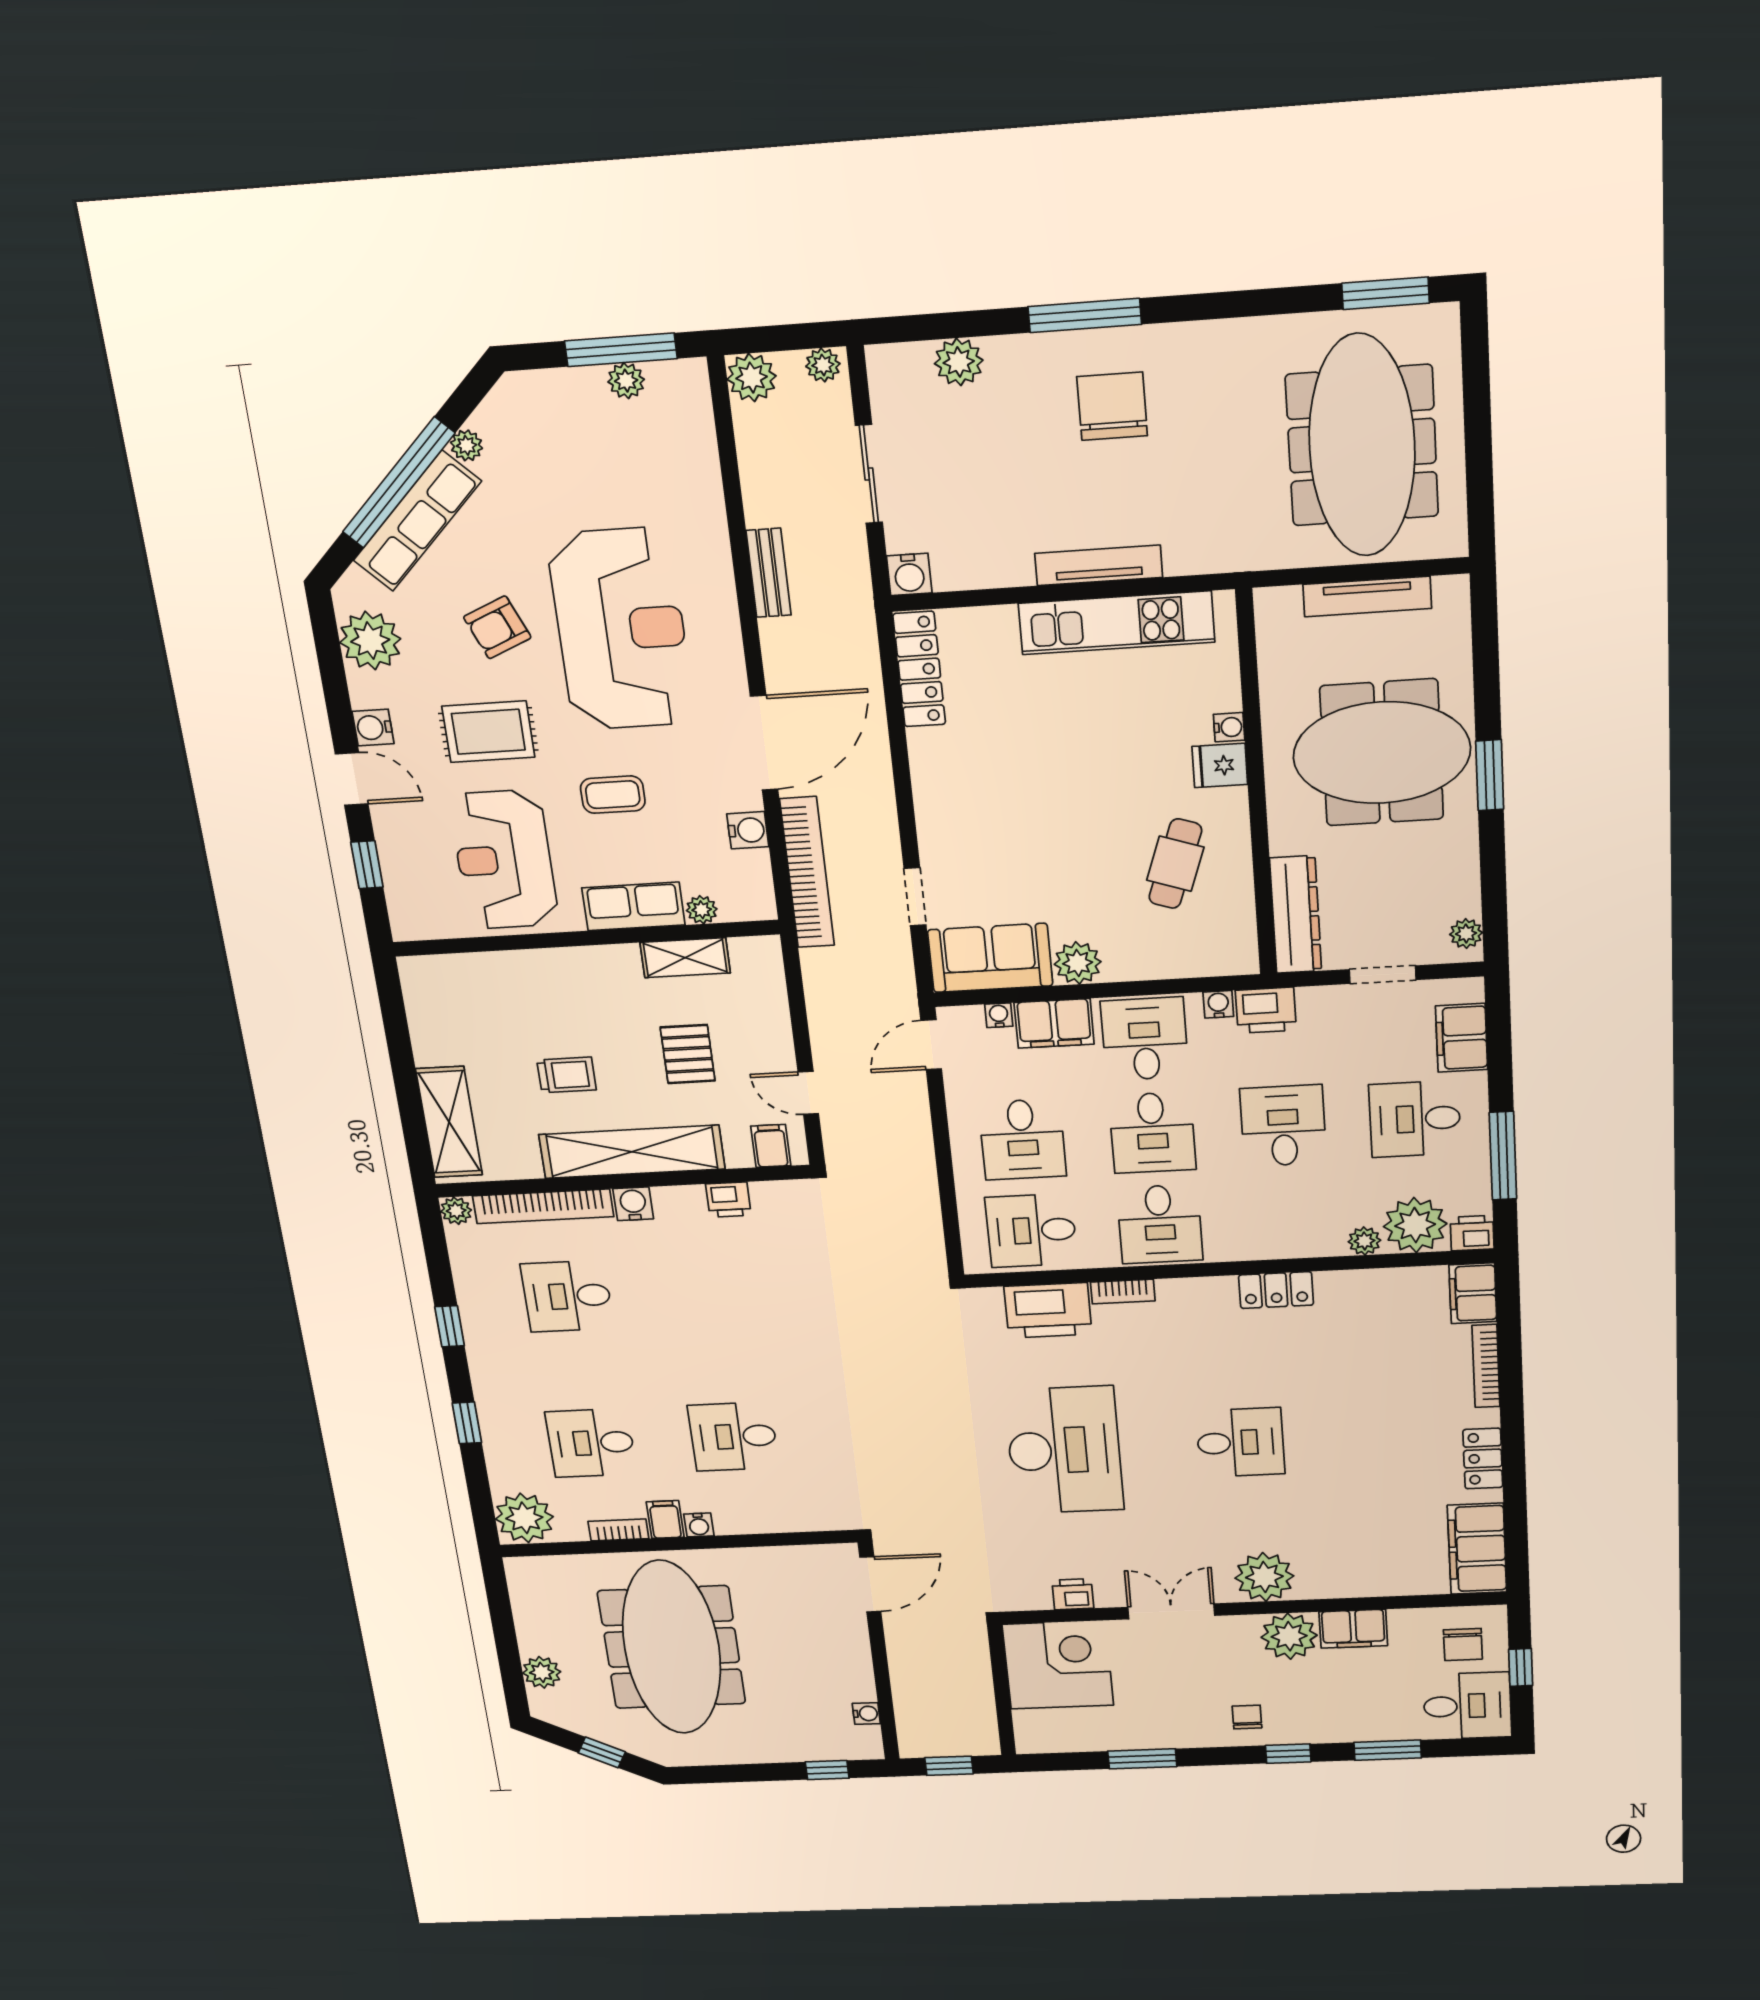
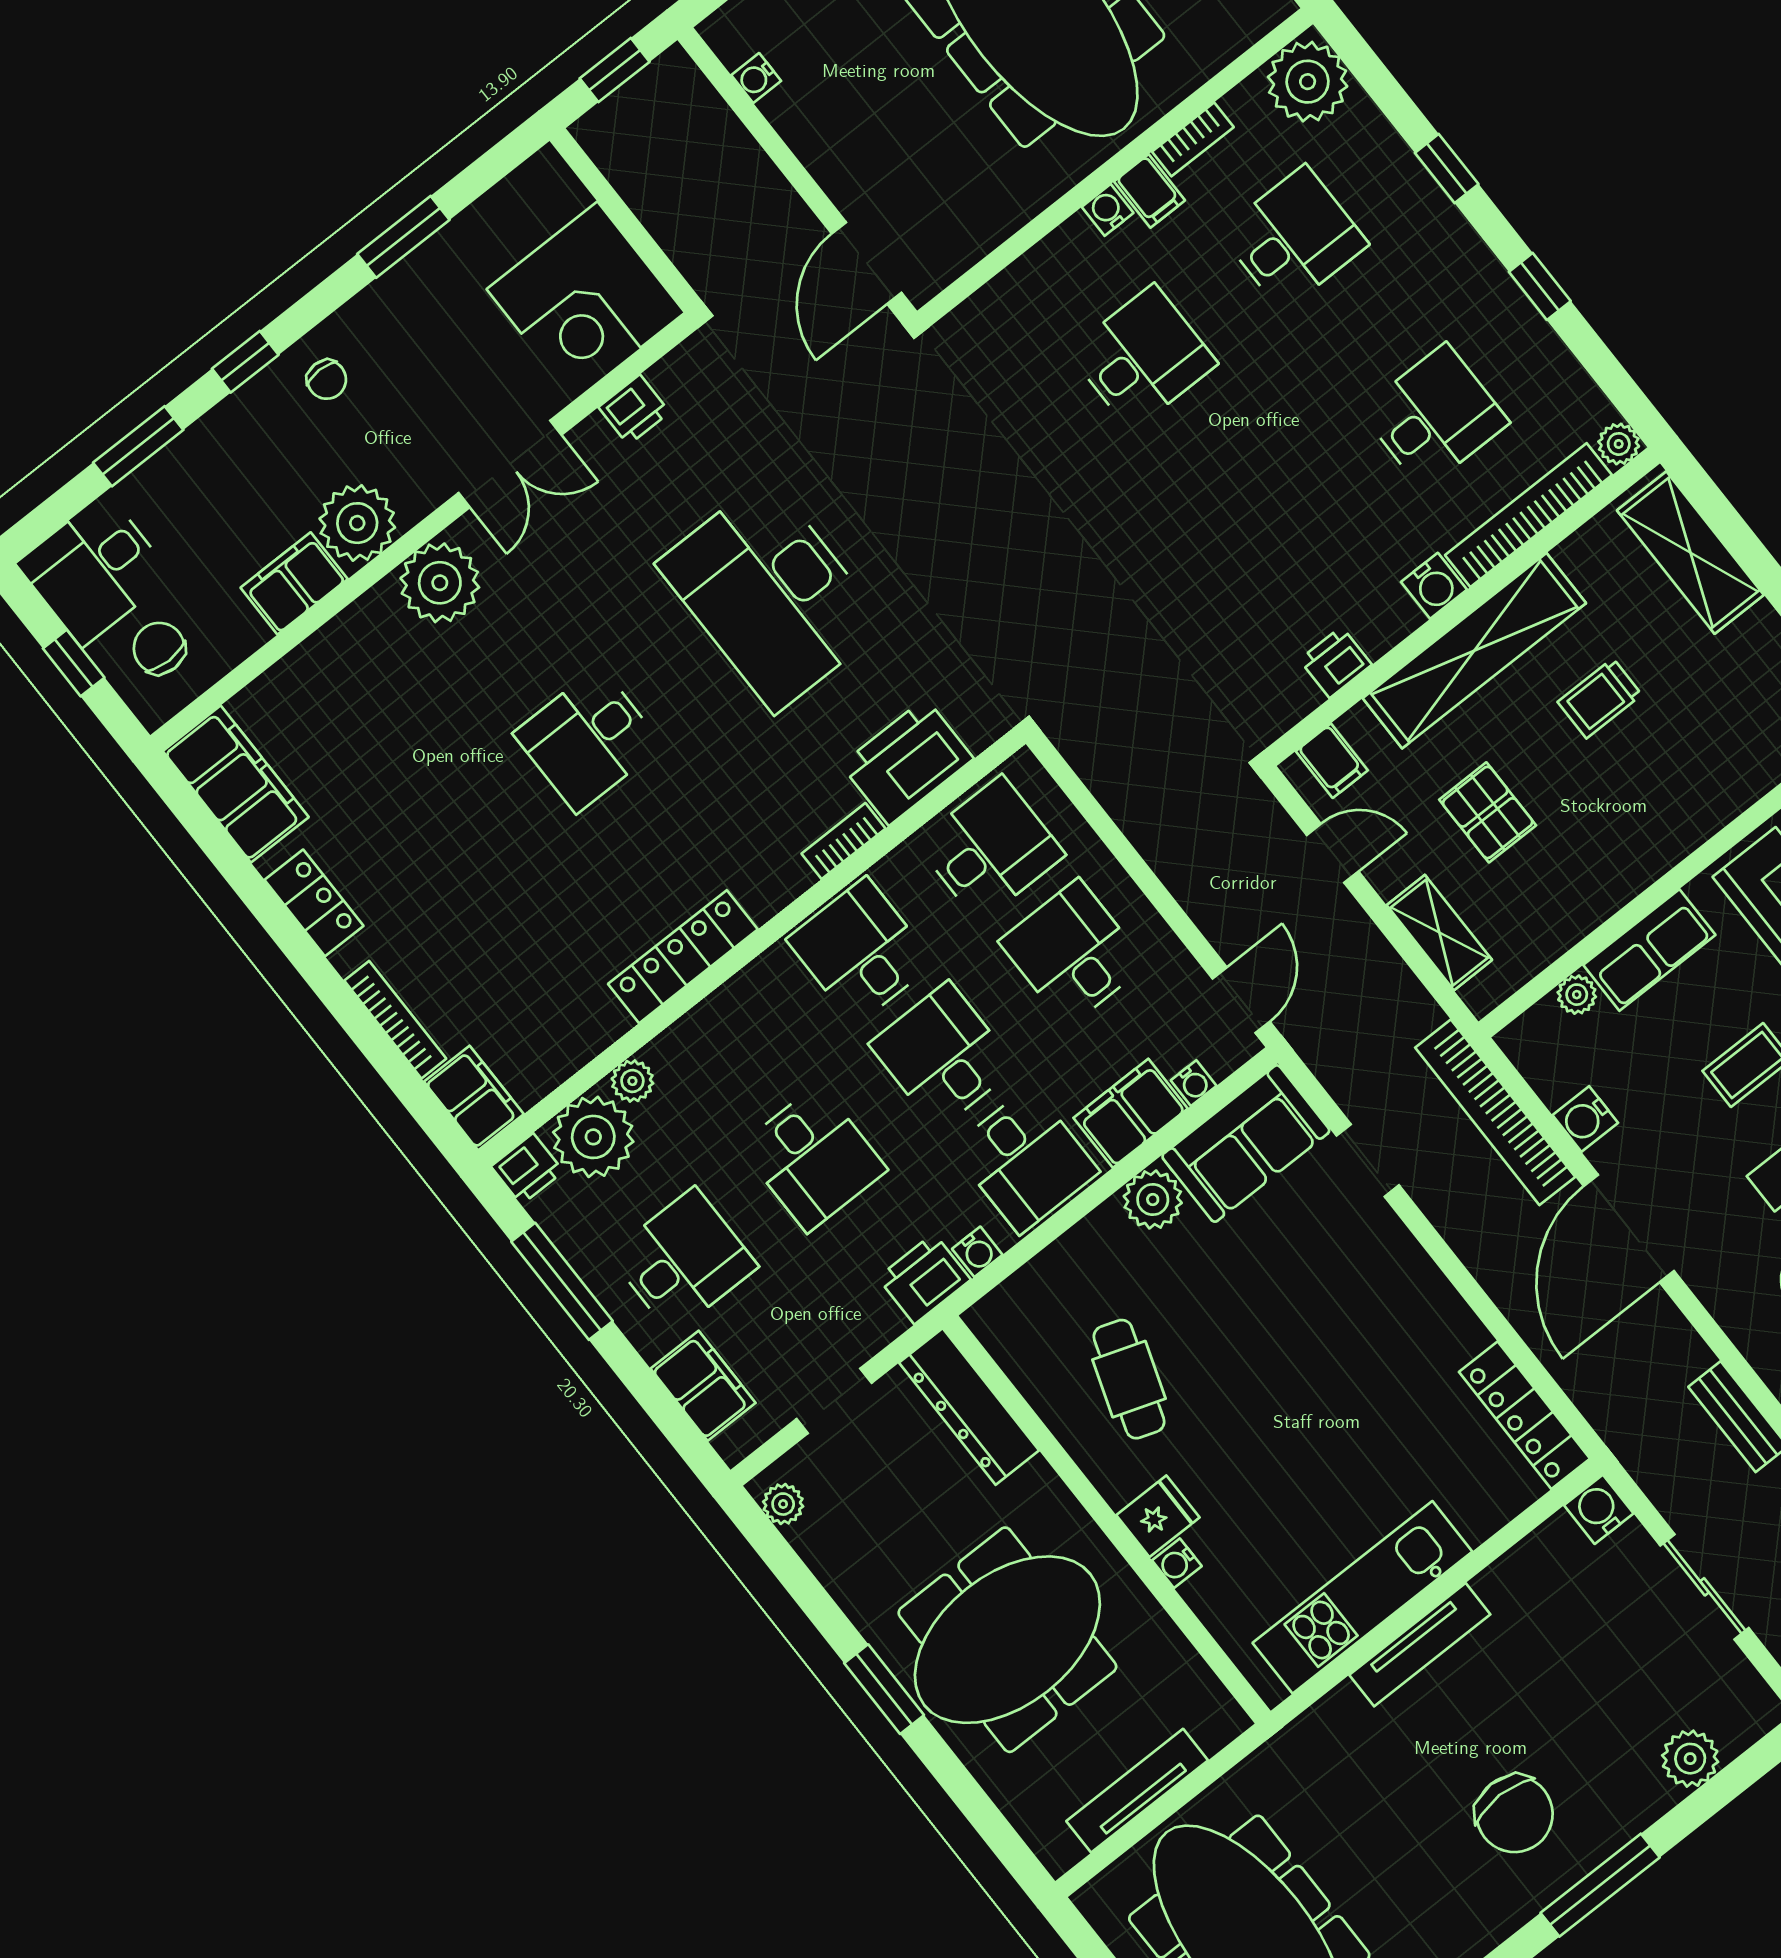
shelving: (685, 958) -> (1439, 933), moved, turned 90
locker: (1276, 1290) -> (683, 957), width x1.53

